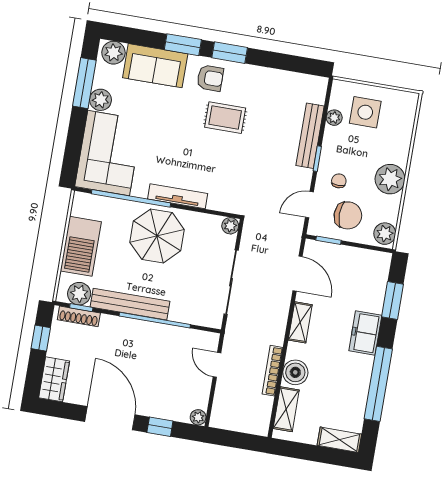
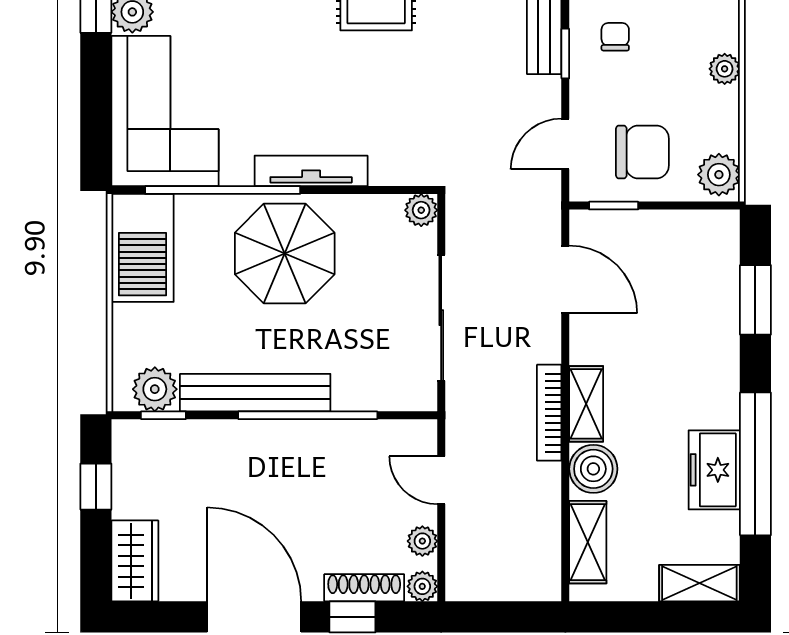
plant: (390, 179) -> (725, 69), width x0.53, depth x0.53
chair: (339, 181) -> (615, 37), moved
barbecue: (81, 246) -> (143, 248), moved
shoe rack: (79, 316) -> (364, 588), moved, turned 180
shelving: (300, 322) -> (586, 404), moved
freezer: (365, 333) -> (714, 470), moved
bookcase: (272, 371) -> (549, 413), moved
plant: (202, 394) -> (422, 541), added

